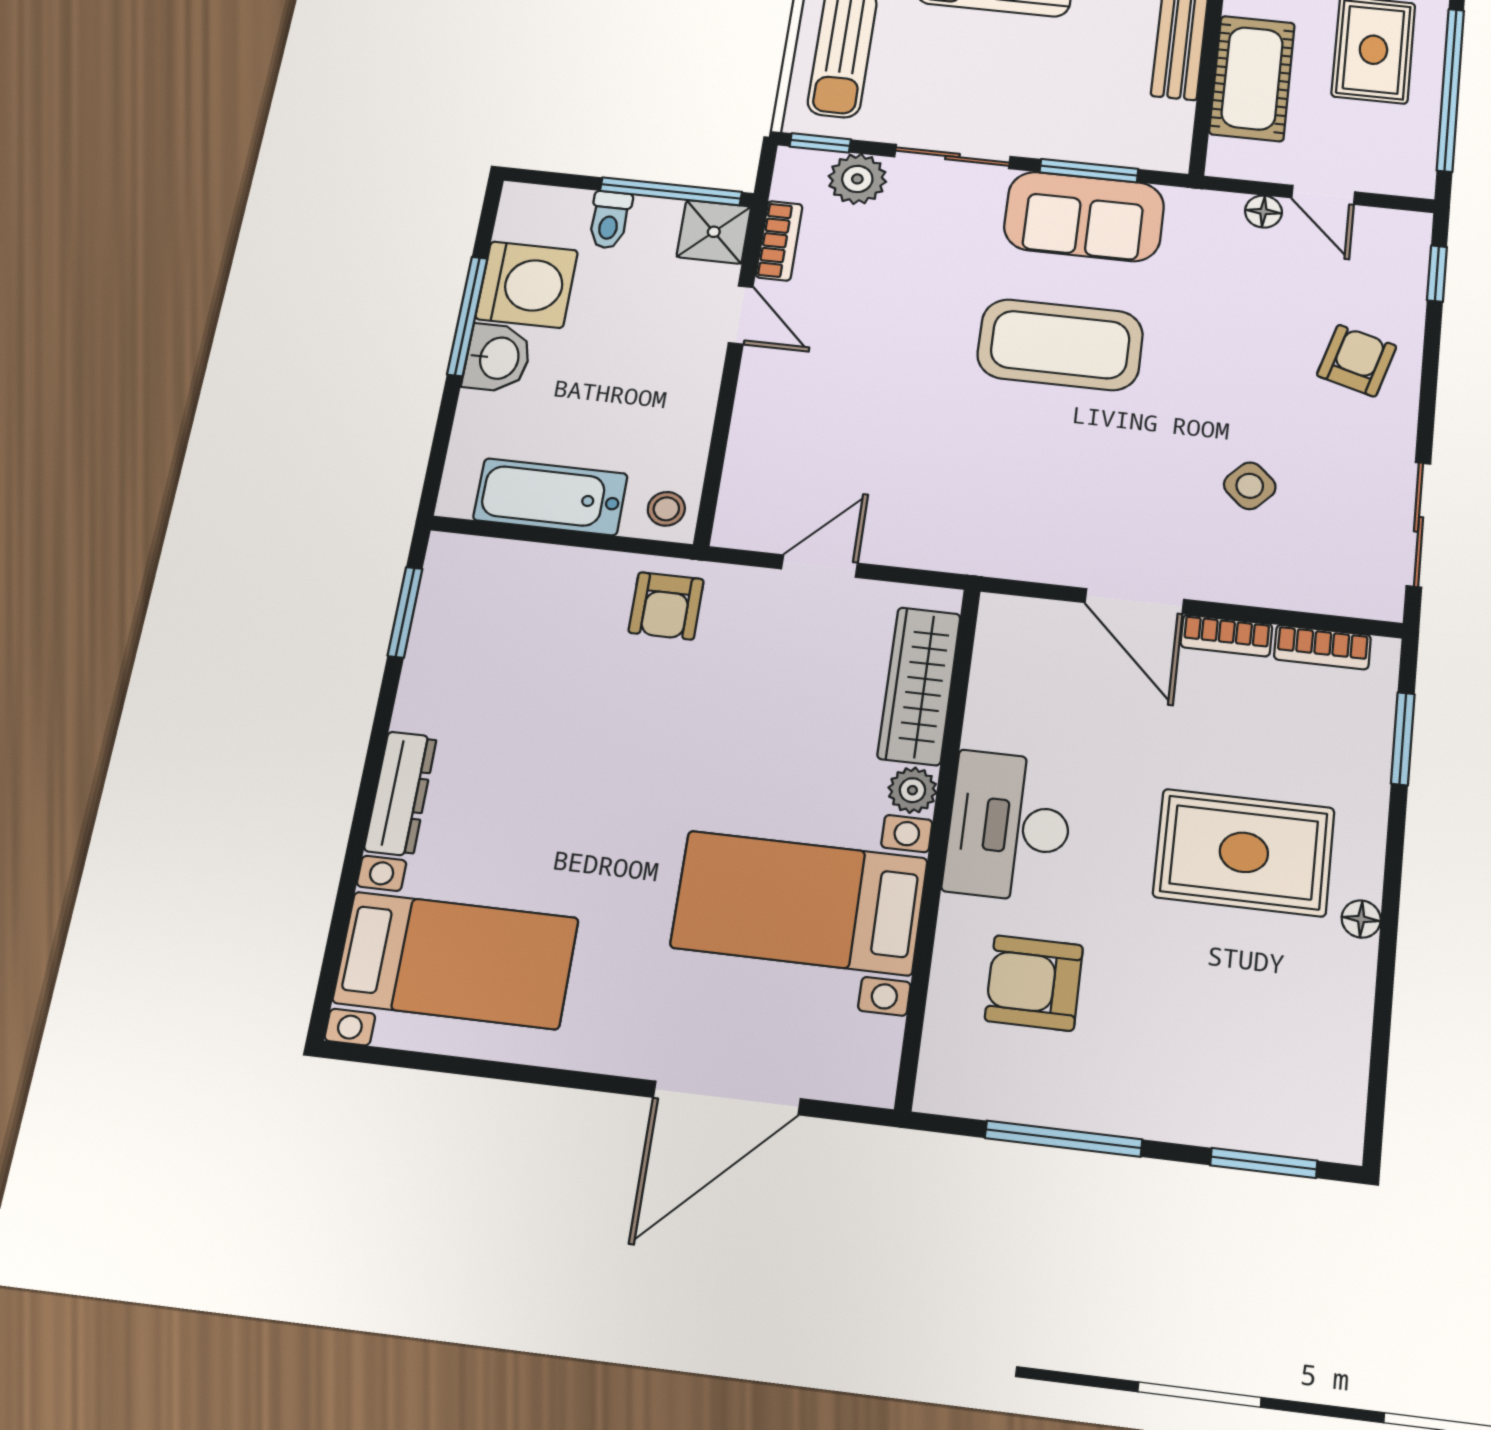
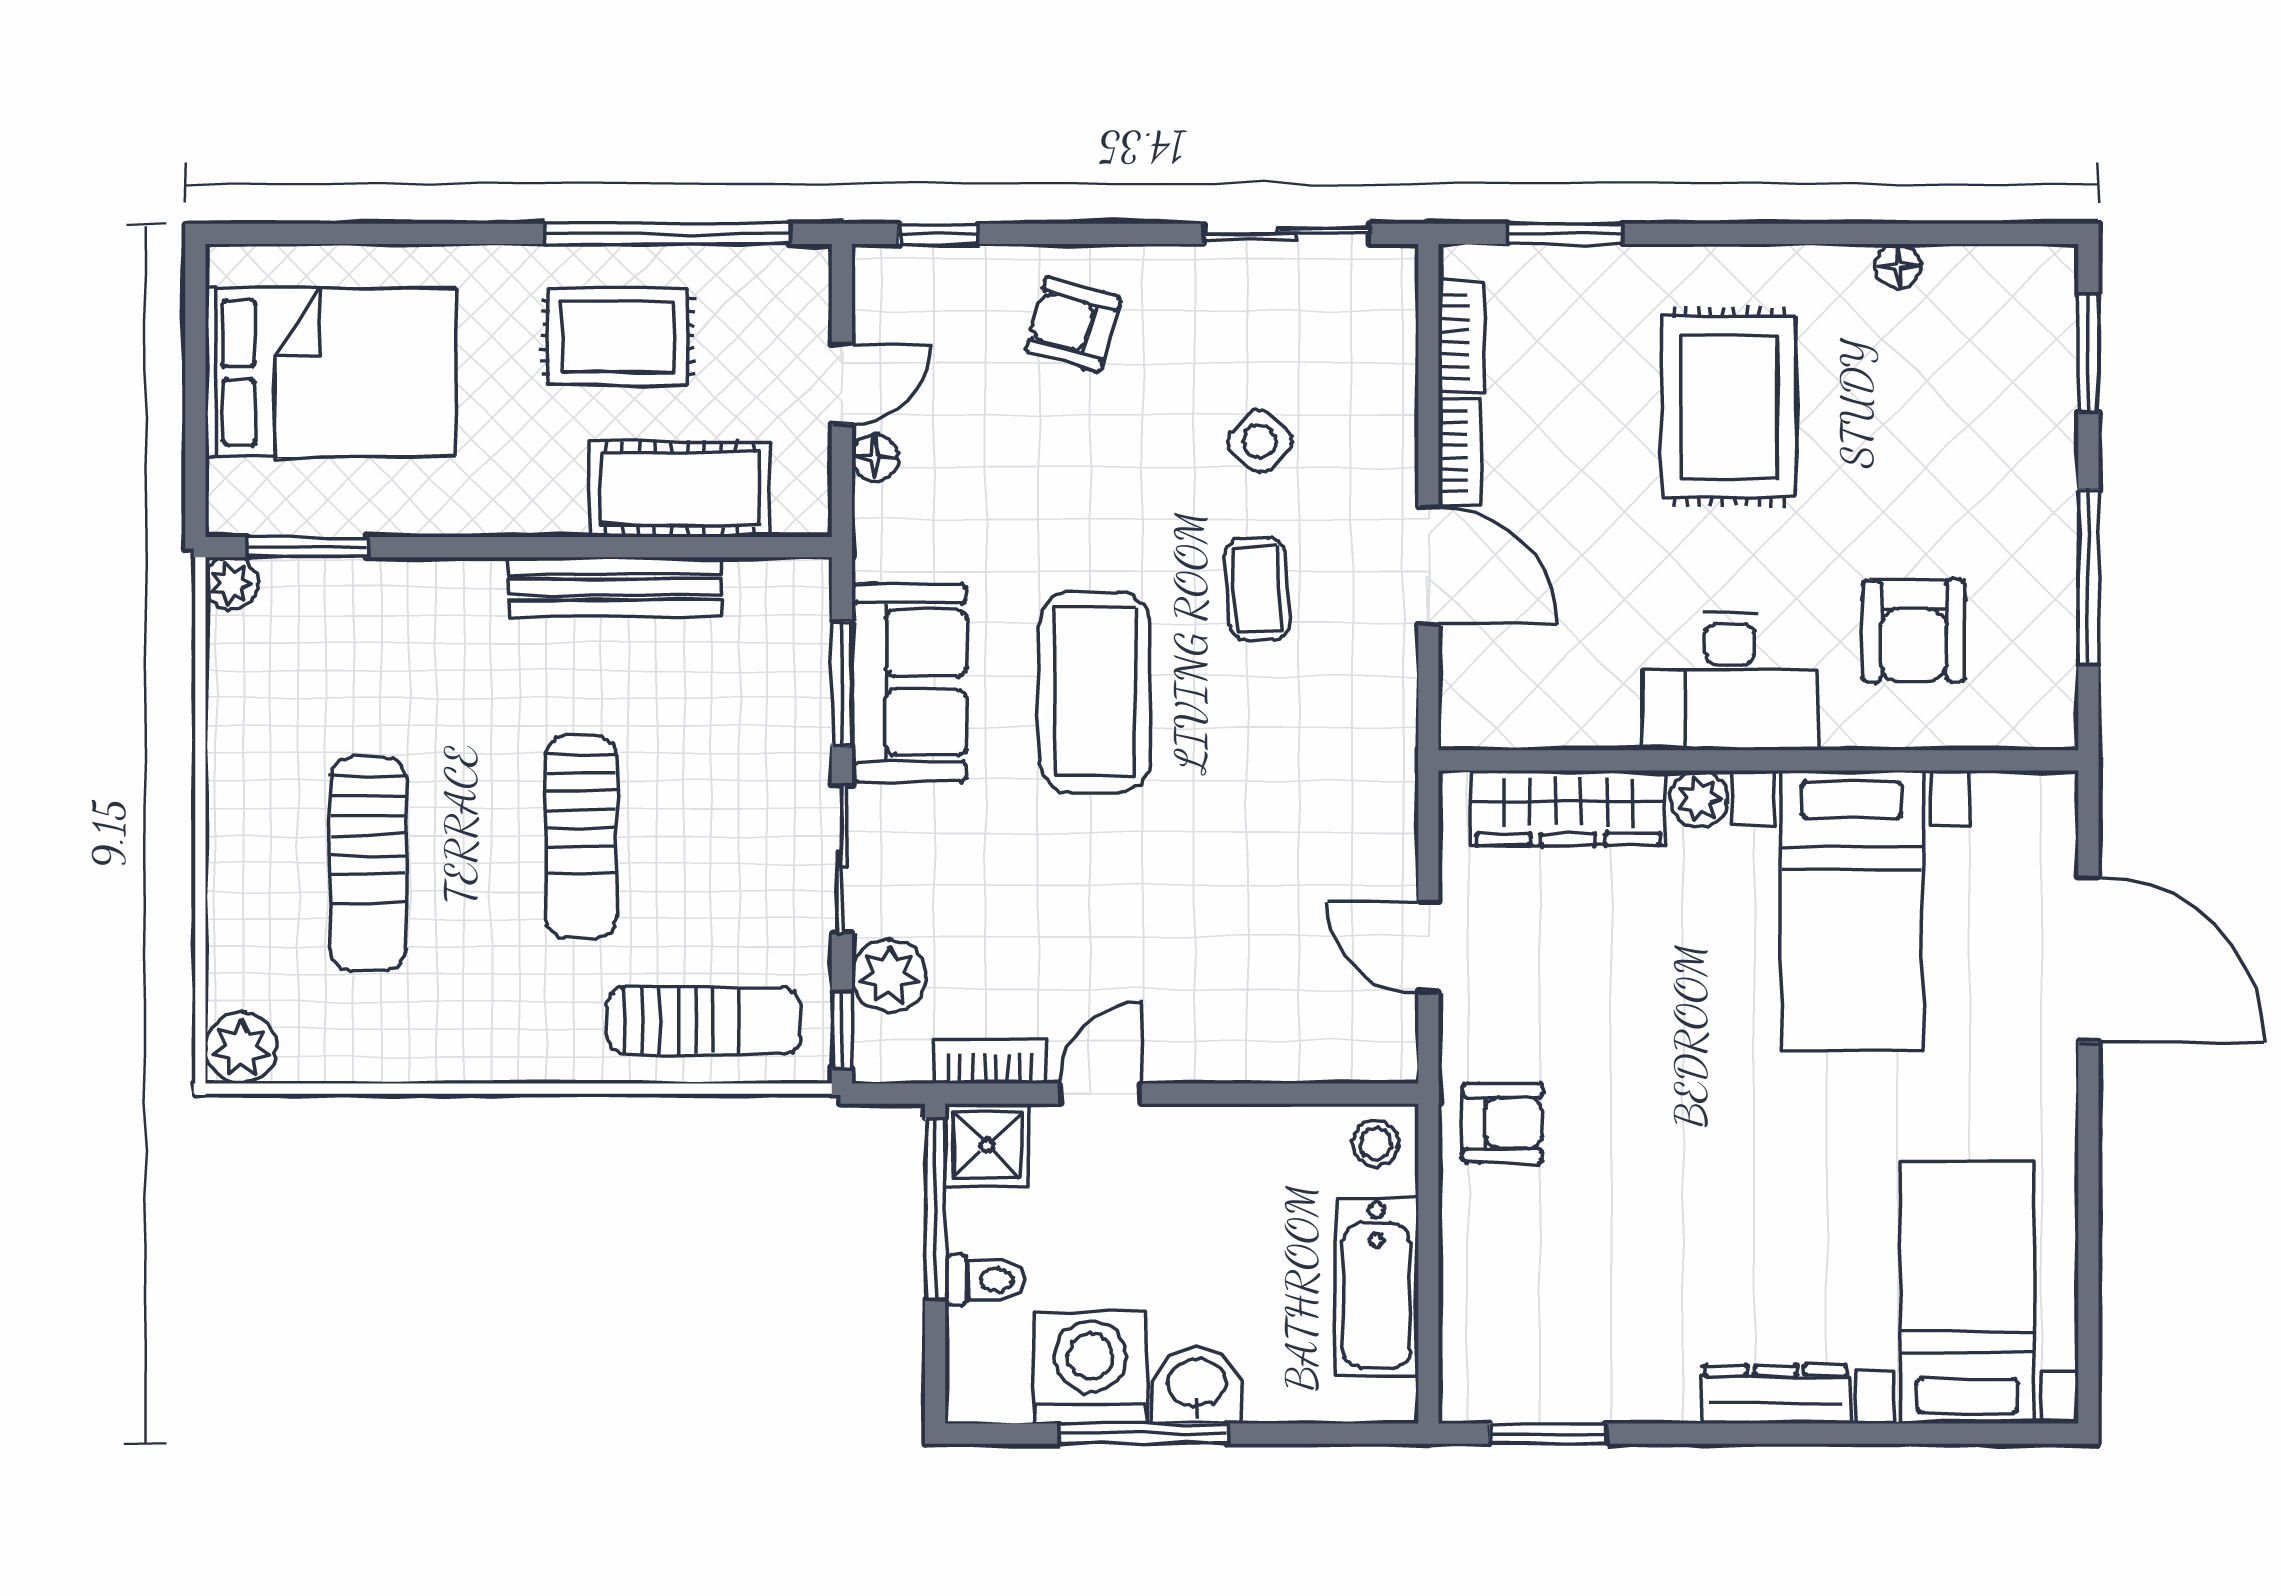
coffee table: (1129, 471) -> (1257, 589), added
door: (1134, 601) -> (1428, 565), hinge flipped
floor lamp: (1361, 919) -> (1898, 266), moved

